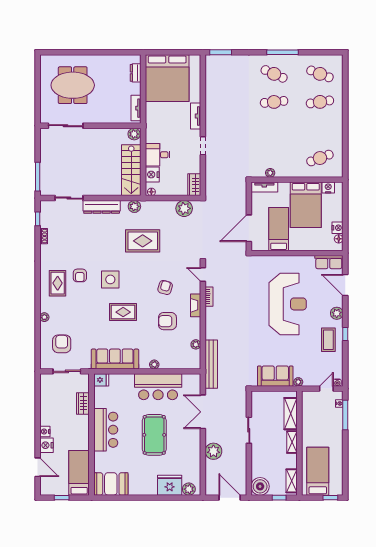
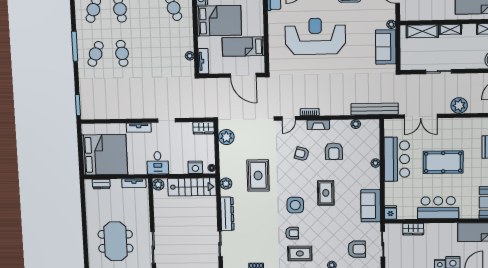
desk: (158, 155) -> (158, 163), moved
armchair: (62, 344) -> (357, 249), turned 180
sofa: (115, 359) -> (371, 206), width x0.73

